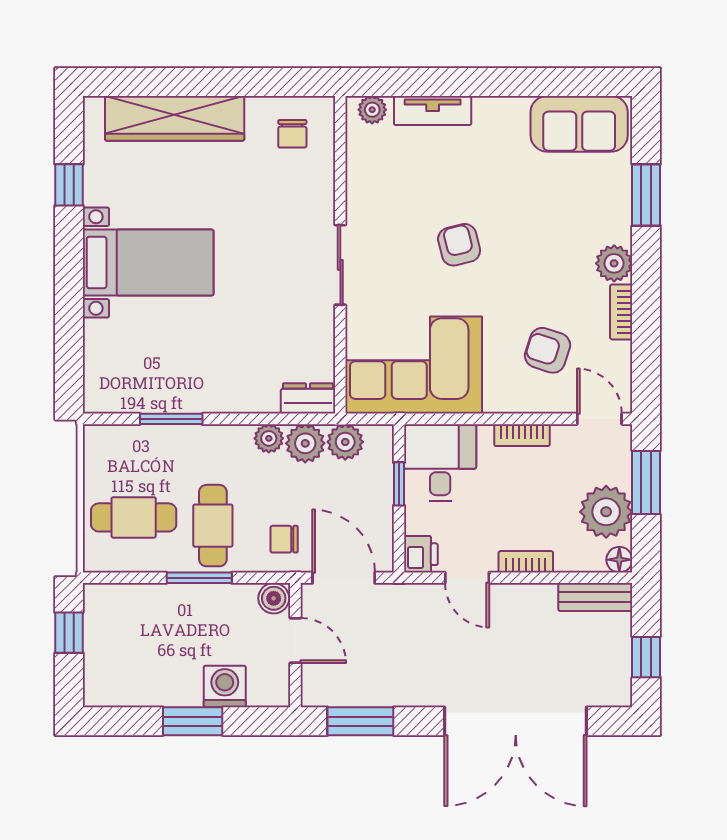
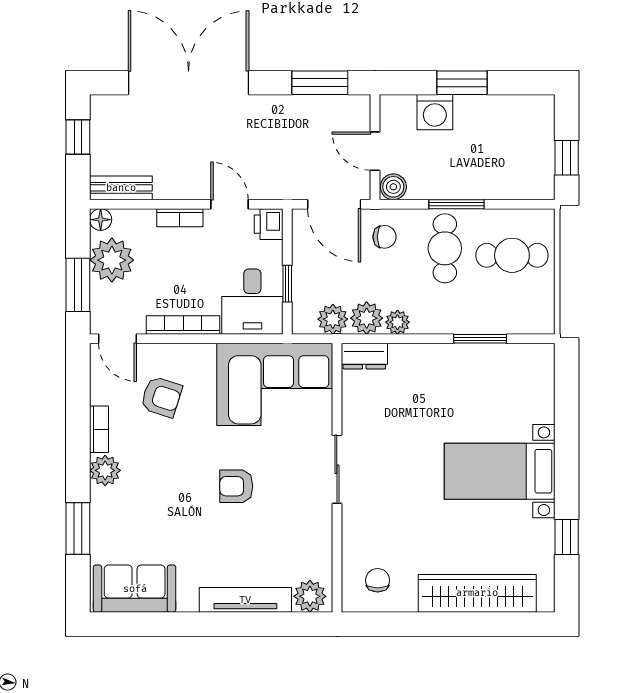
plant: (372, 110) -> (310, 596), width x1.38, depth x1.38
tv unit: (433, 111) -> (245, 600), width x1.41
armchair: (459, 245) -> (236, 486), turned 104
bookcase: (522, 435) -> (183, 325), width x1.56

